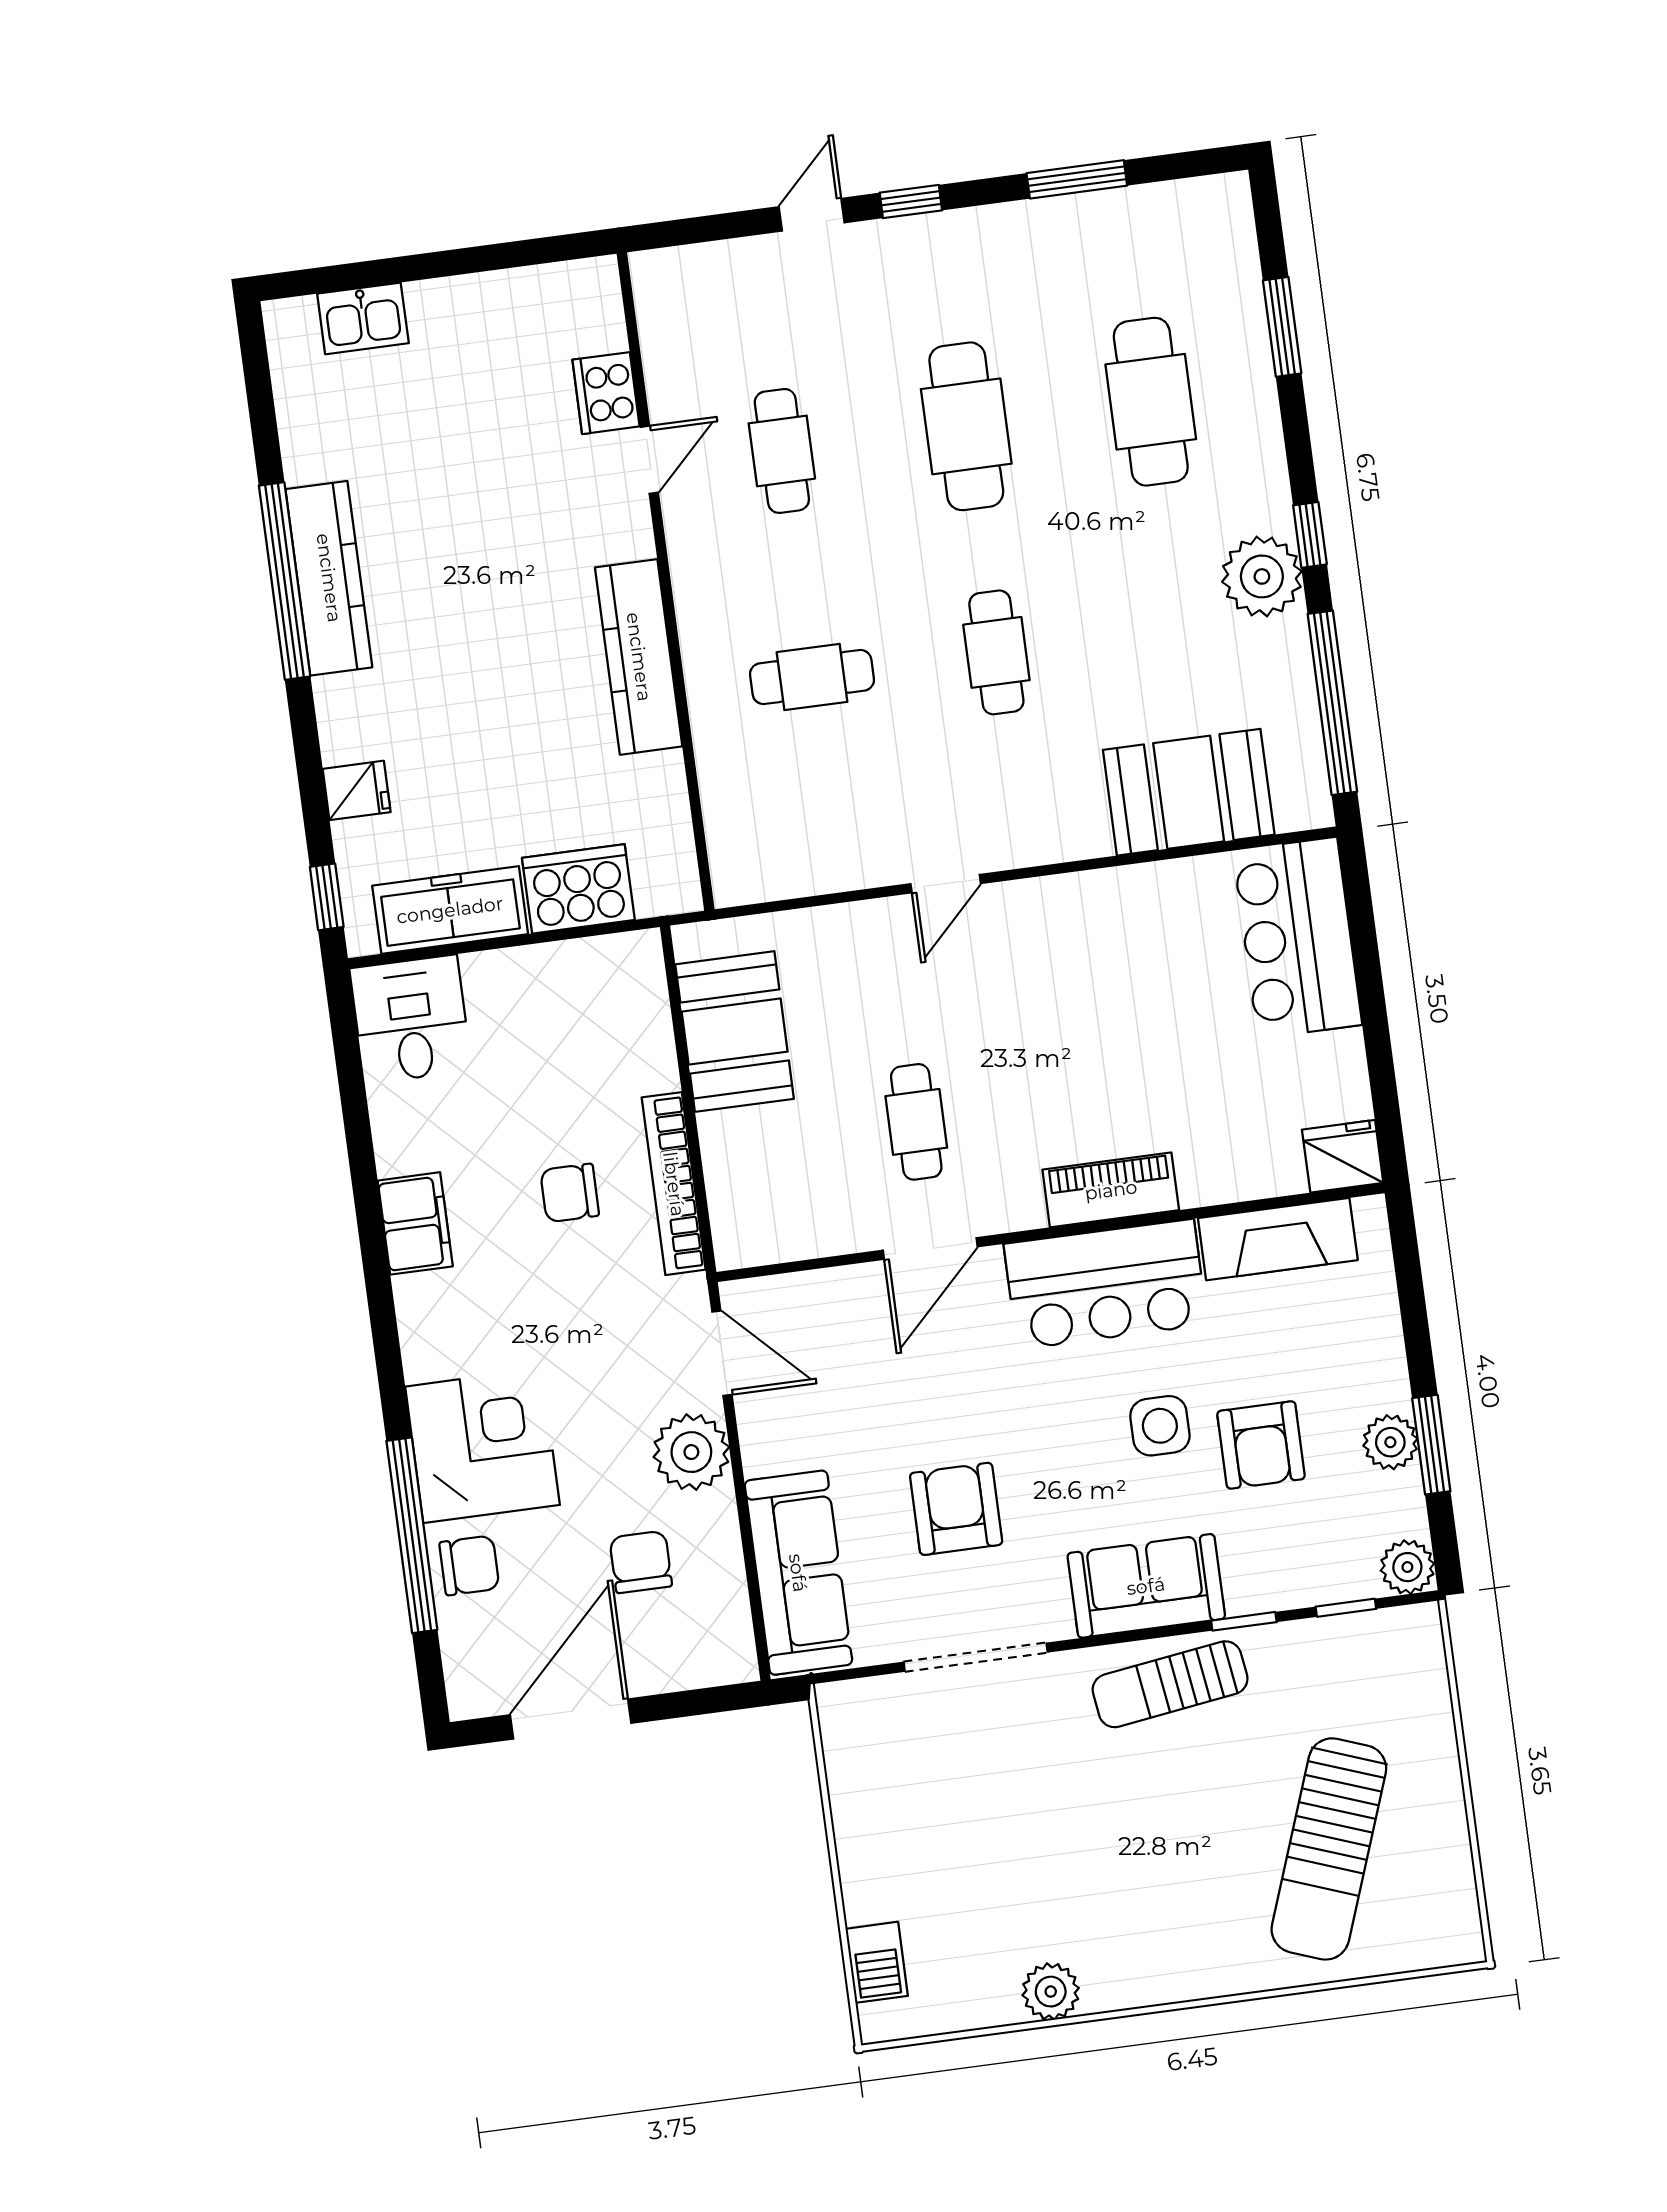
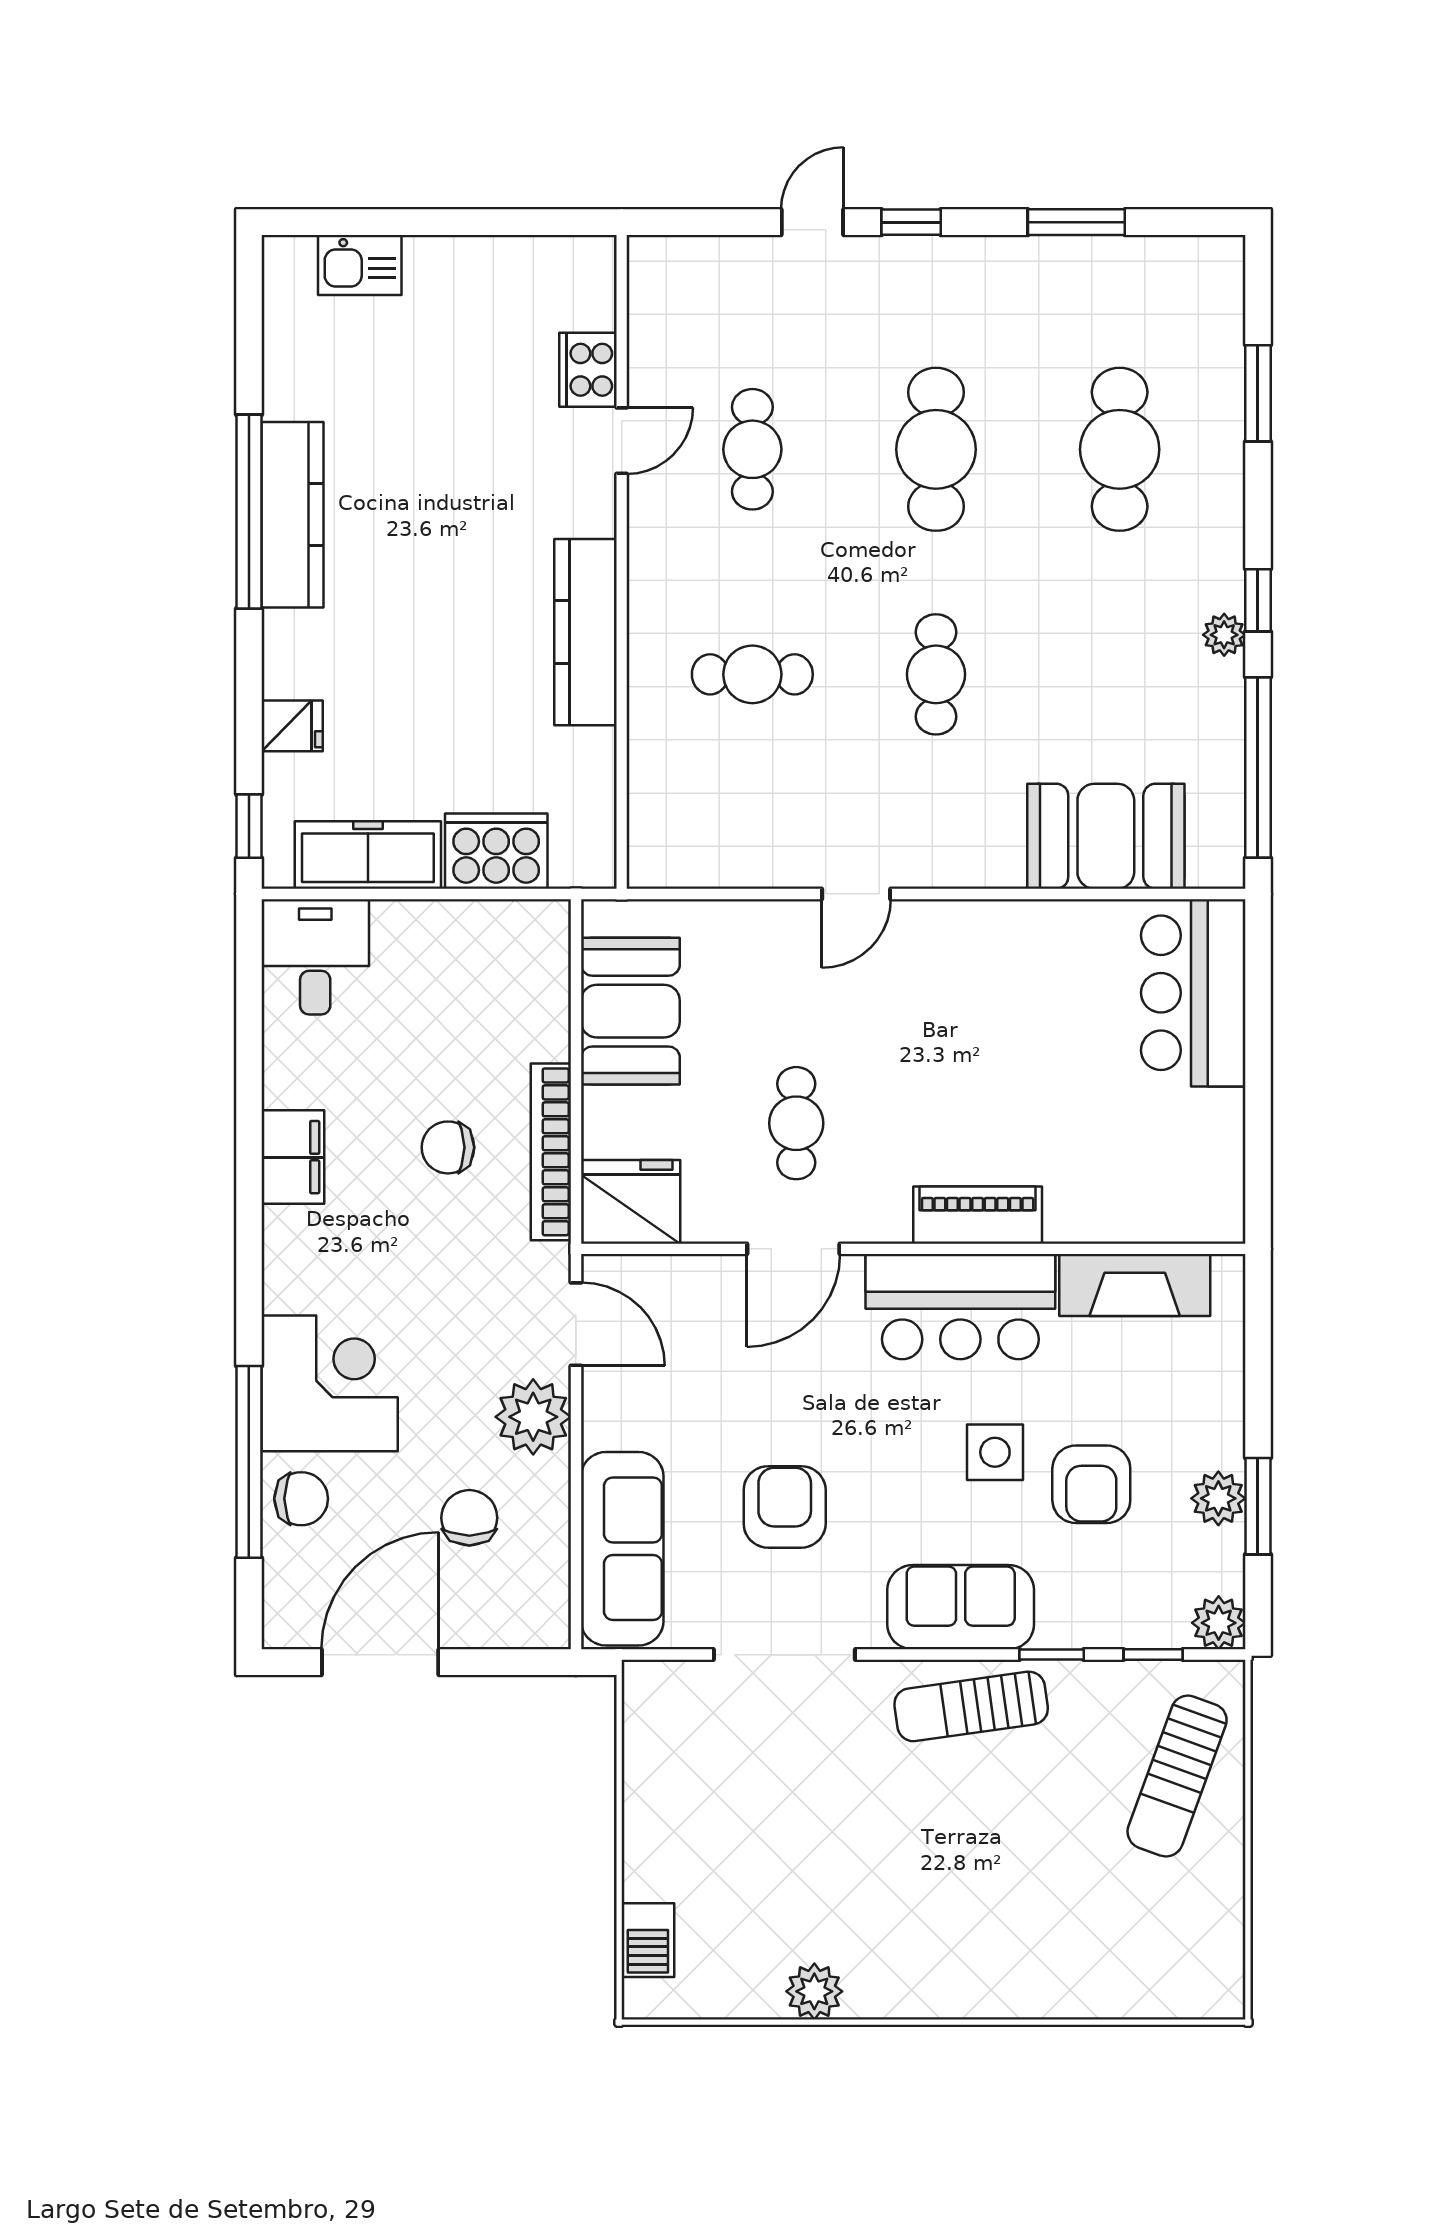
plant: (1262, 576) -> (1224, 635), width x0.53, depth x0.53
fridge: (1343, 1156) -> (631, 1202), moved, width x1.36, depth x1.34
sun lounger: (1329, 1849) -> (1177, 1776), moved, width x0.73, depth x0.75

